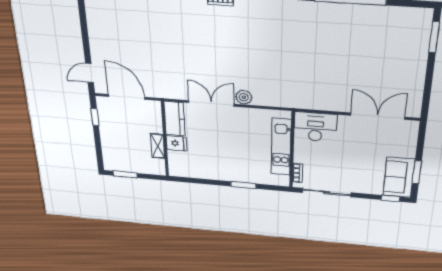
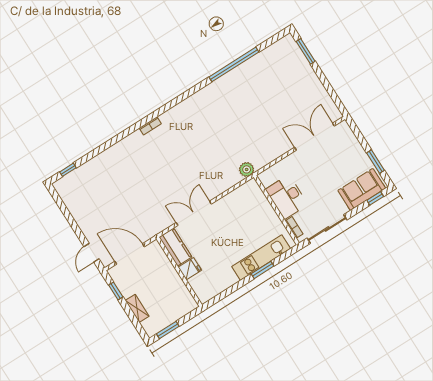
plant: (244, 97) -> (247, 169), moved
desk: (315, 127) -> (287, 197), moved, turned -90
shelving: (158, 146) -> (137, 308), moved
kitchen unit: (281, 147) -> (261, 258), moved, turned 90
sofa: (399, 177) -> (362, 189), moved, turned 90

